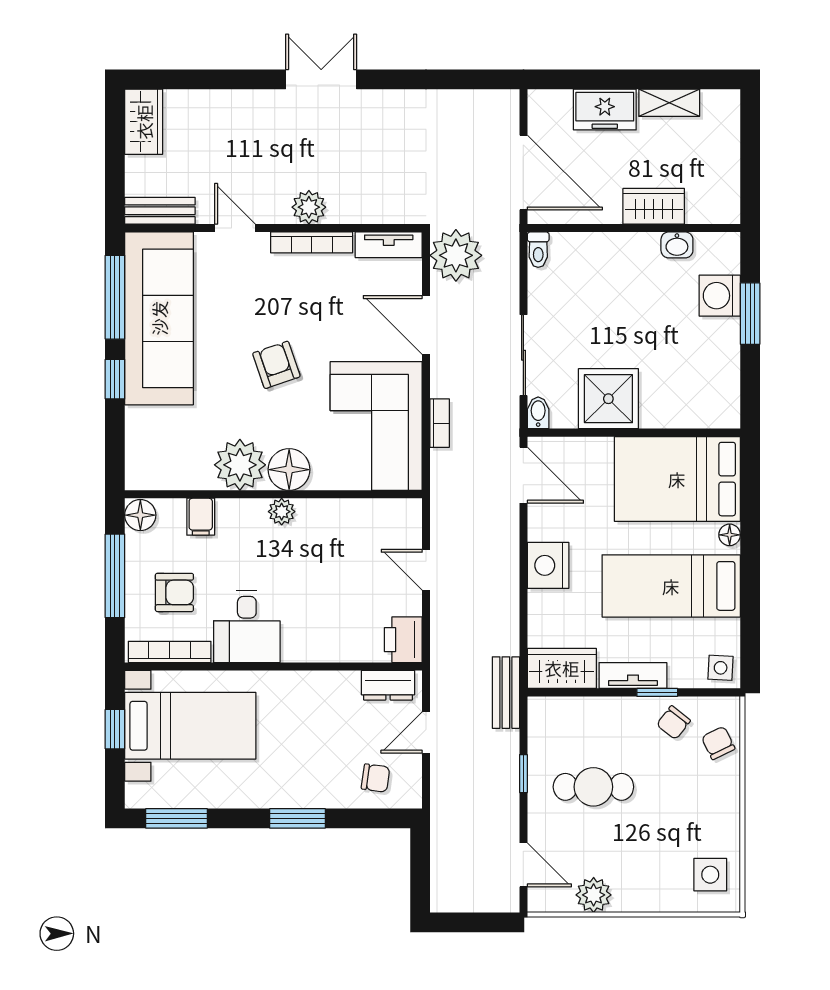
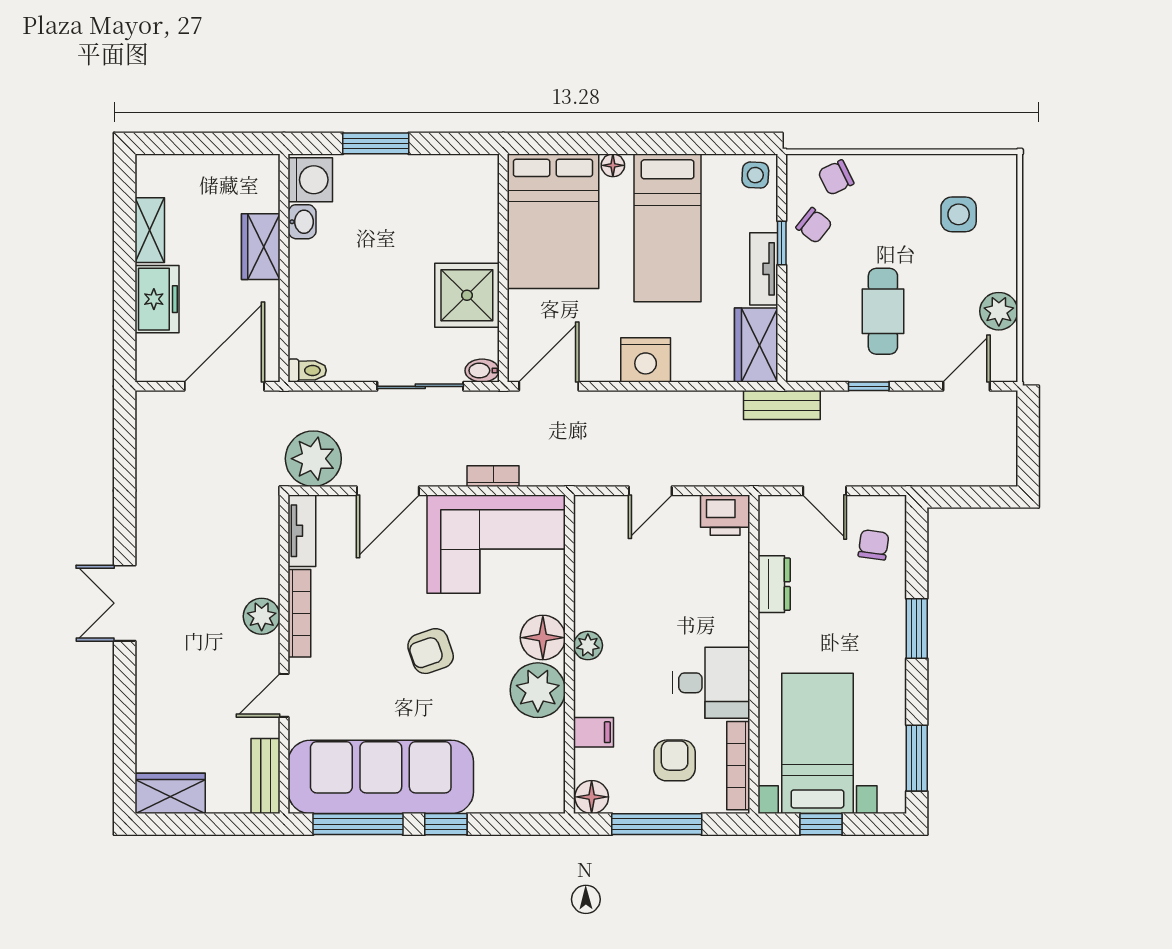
washing machine: (720, 296) -> (310, 180), moved, turned -90
dresser: (388, 685) -> (774, 584), moved
side table: (710, 875) -> (959, 214), moved

